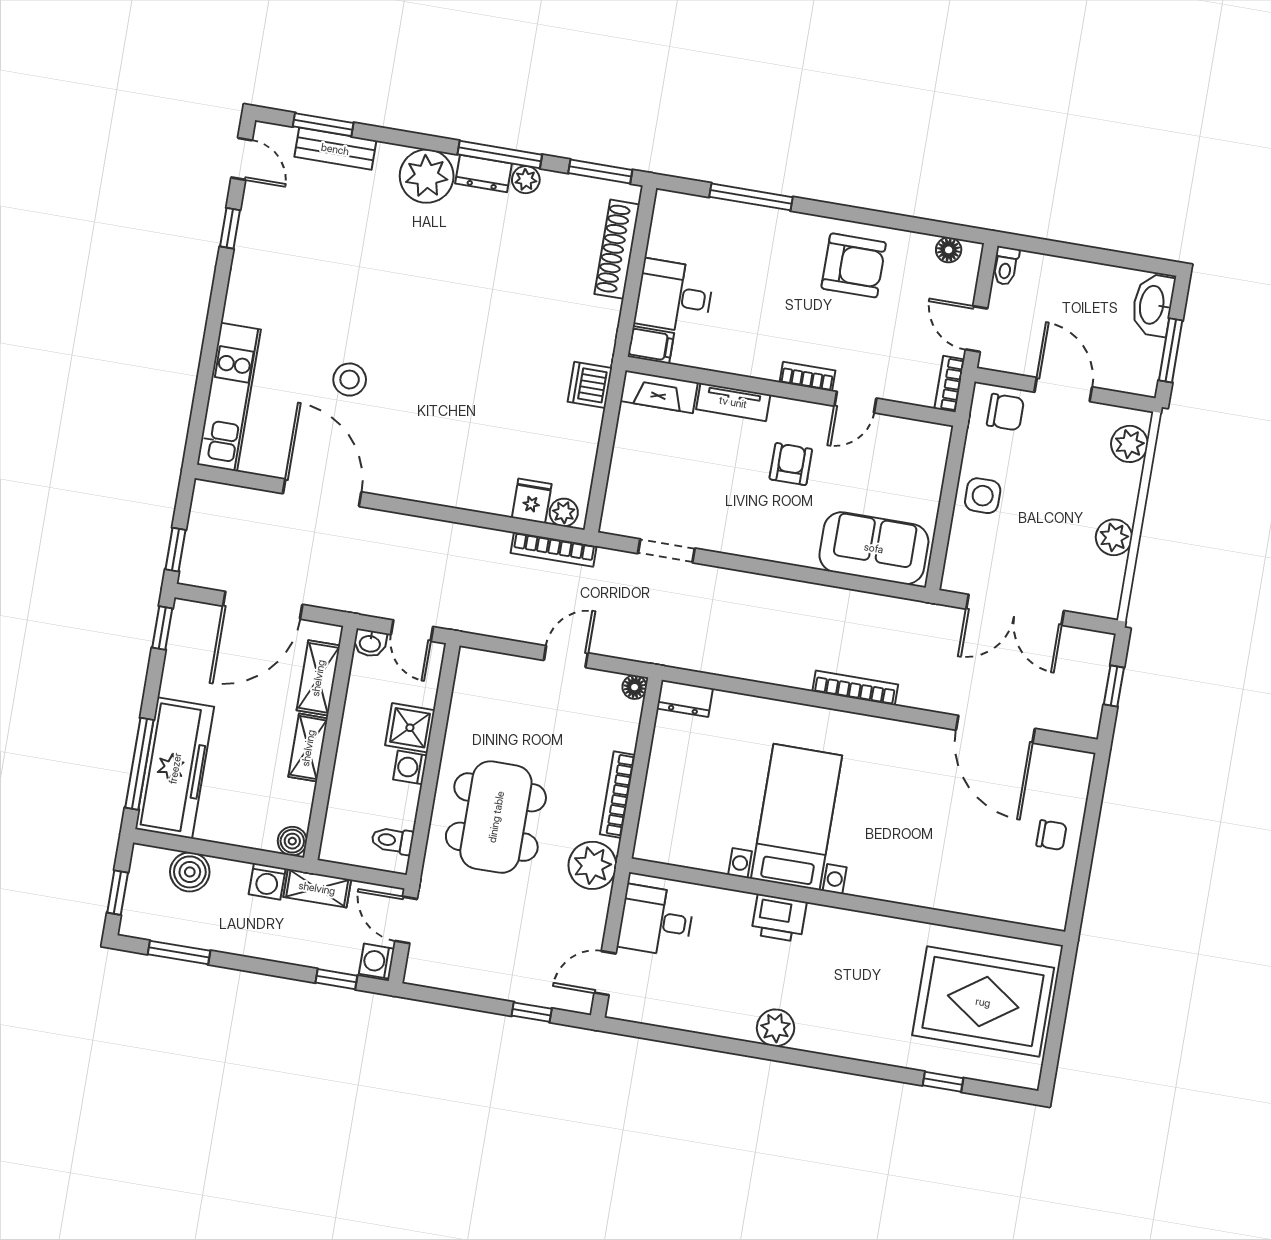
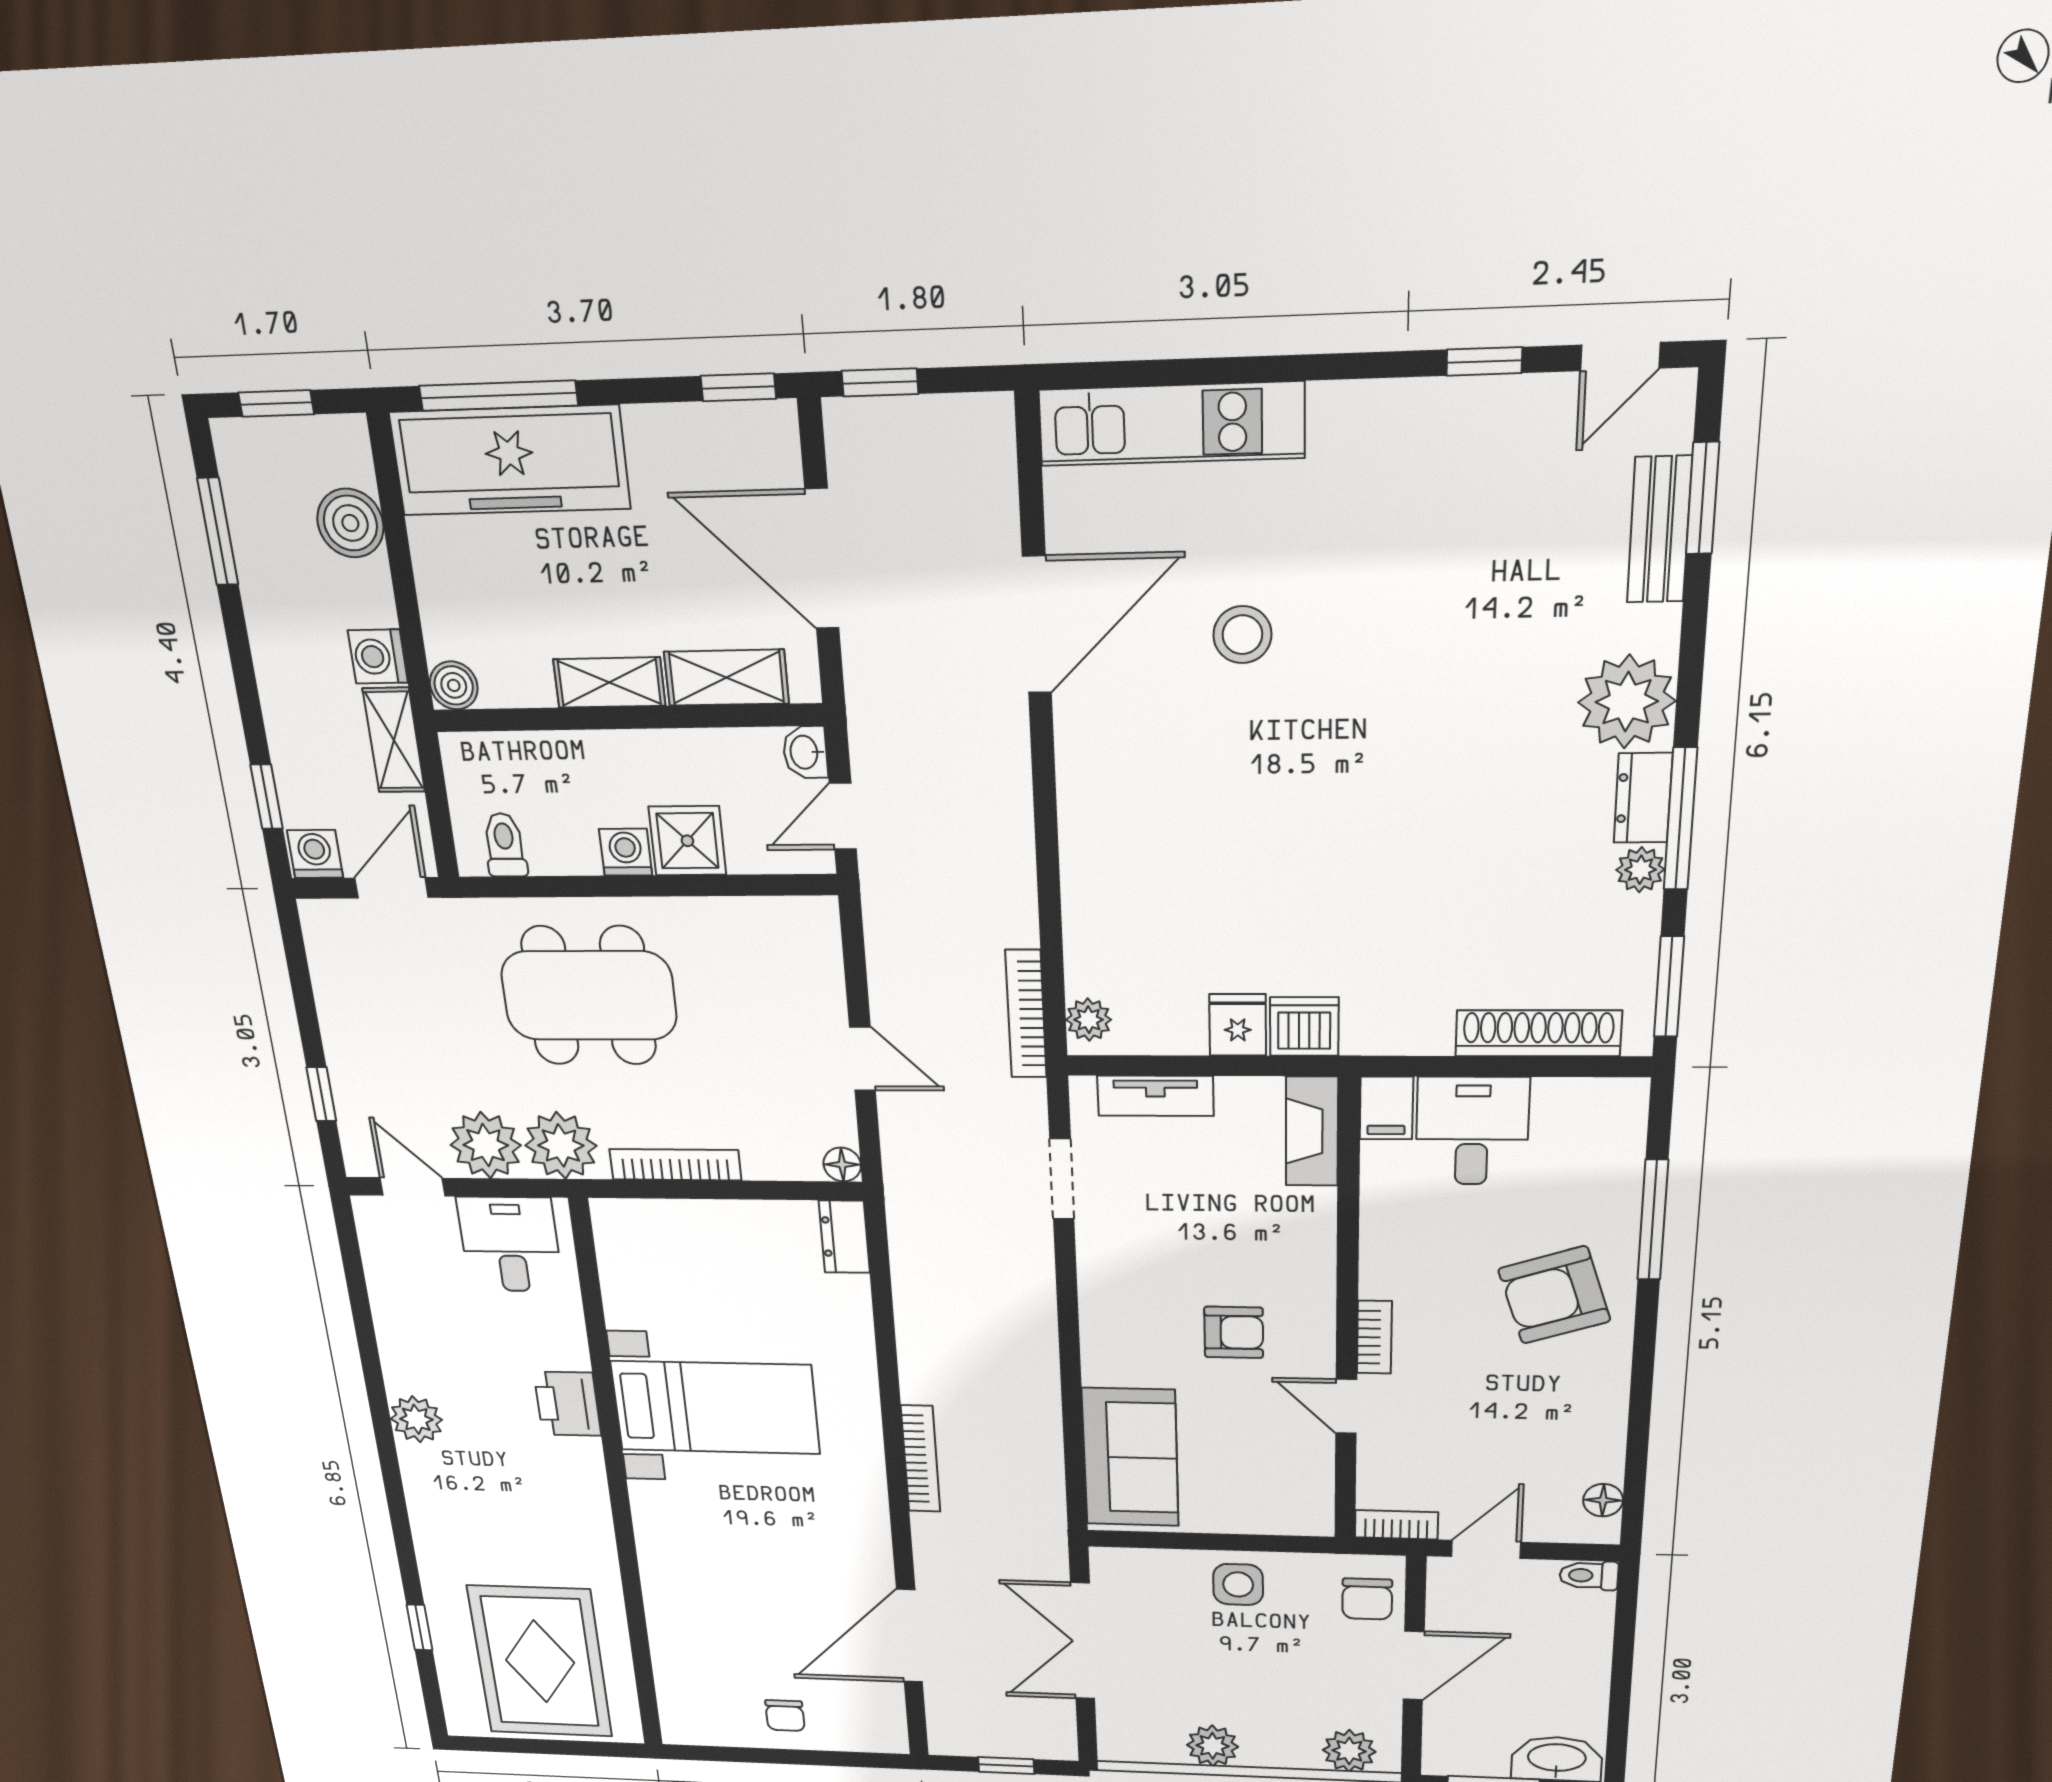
armchair: (854, 265) -> (1554, 1295), moved, turned 72
tv unit: (733, 402) -> (1155, 1096), moved, turned -90
fridge: (532, 501) -> (1238, 1025), moved, turned -90
plant: (584, 915) -> (486, 1145), added

